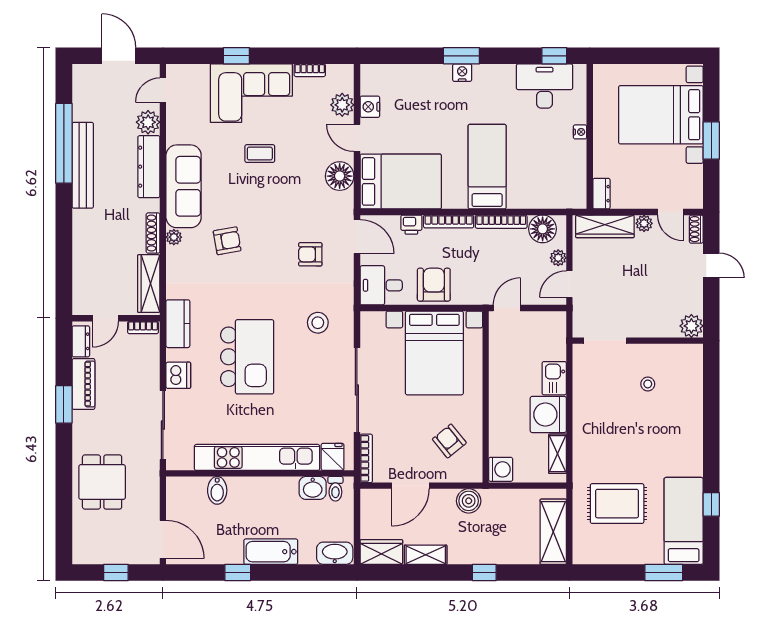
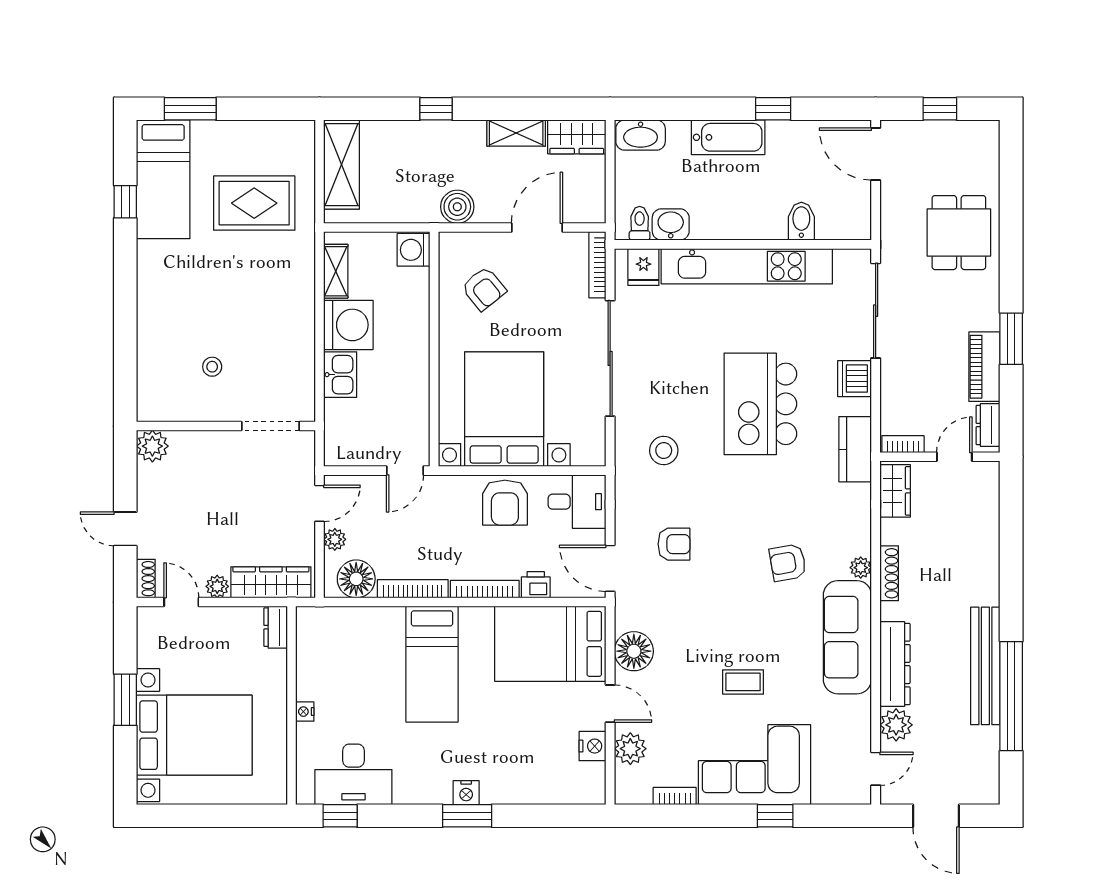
wardrobe: (149, 284) -> (895, 491), width x0.67

